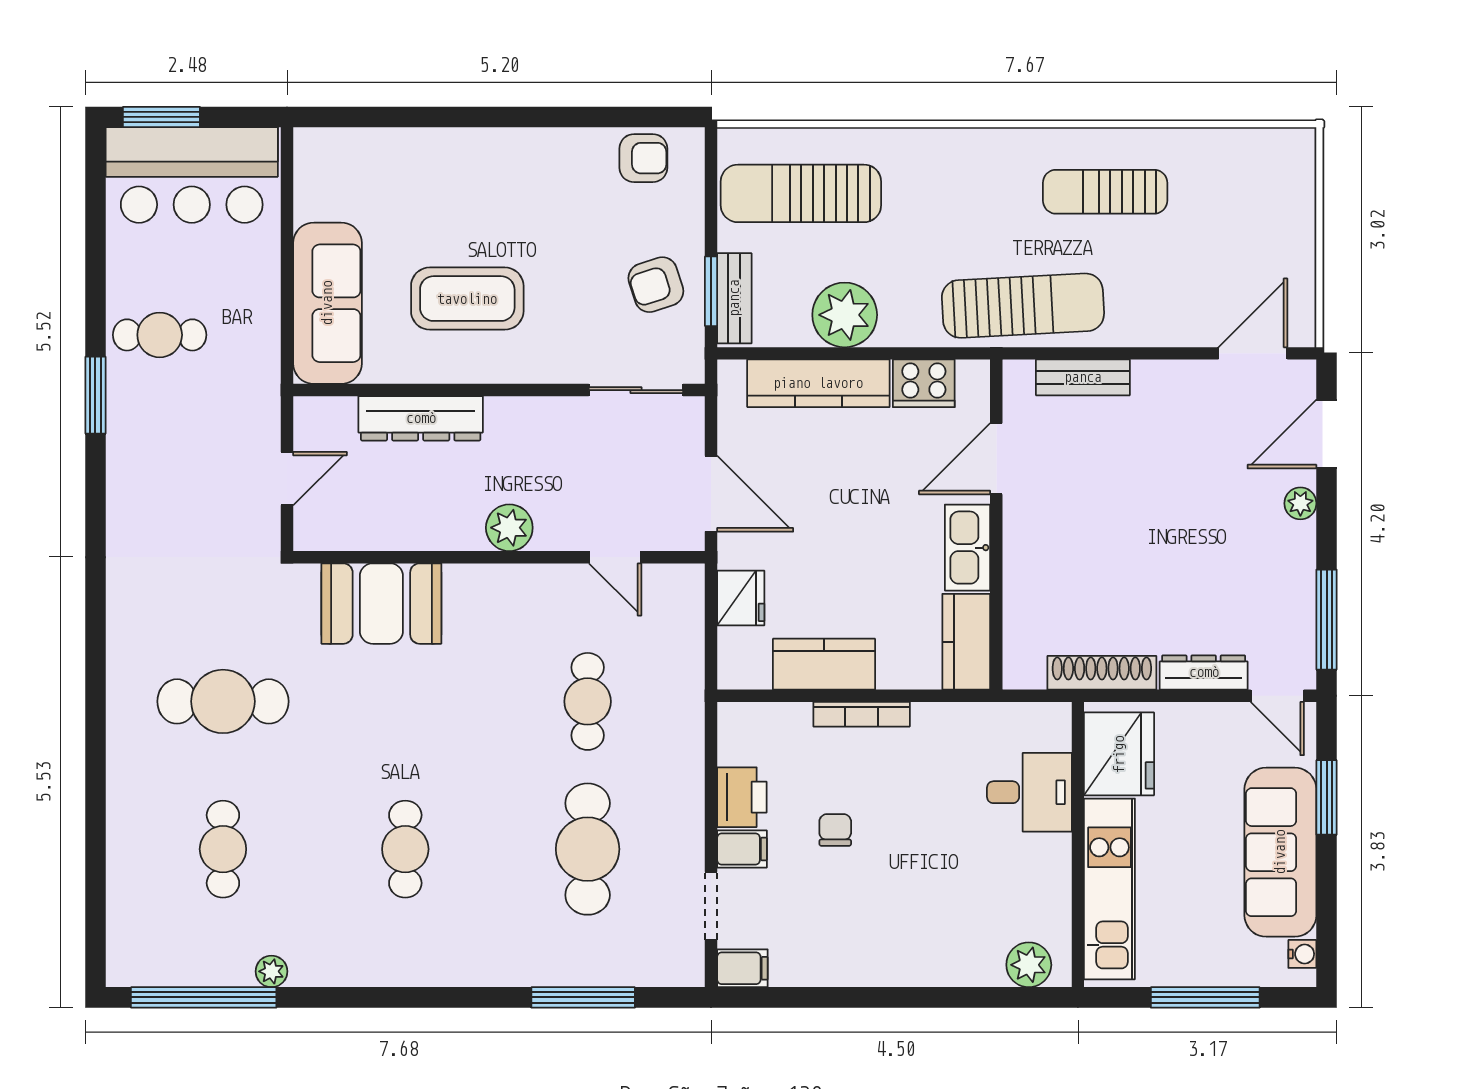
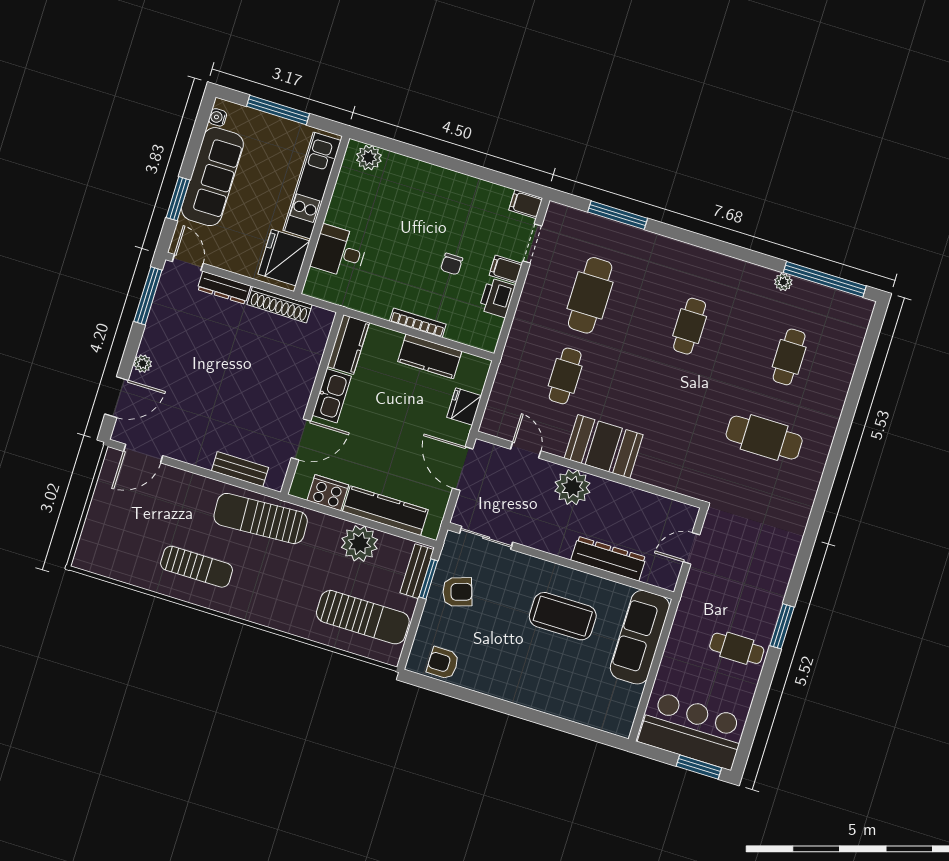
plant: (509, 528) -> (572, 487), width x1.36, depth x1.36
booth: (381, 604) -> (604, 446), moved

